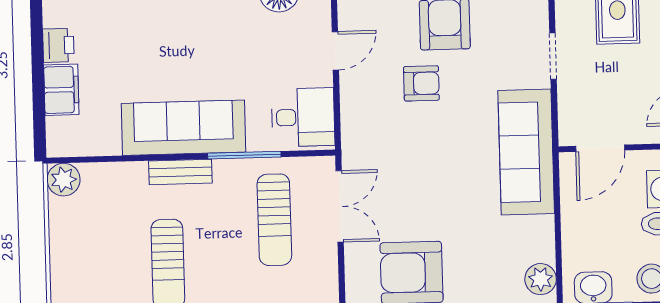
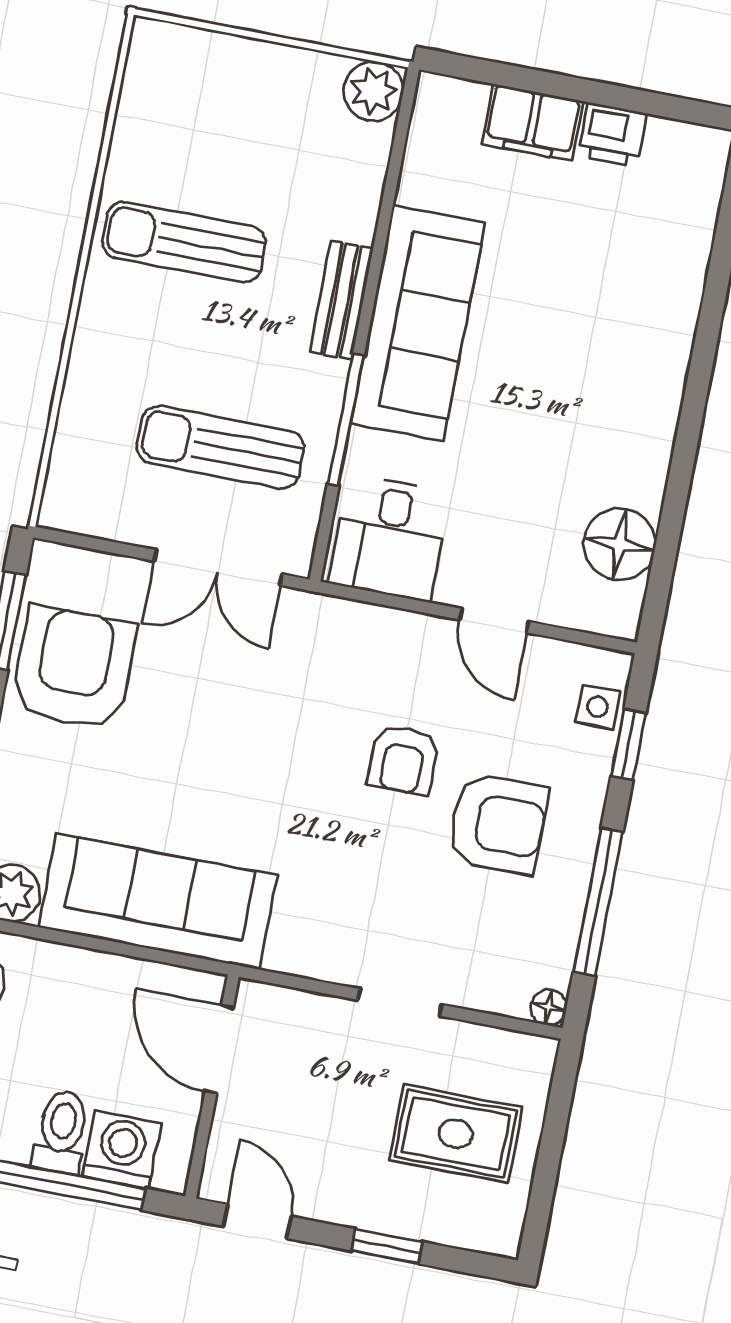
sofa: (526, 152) -> (158, 901), moved

